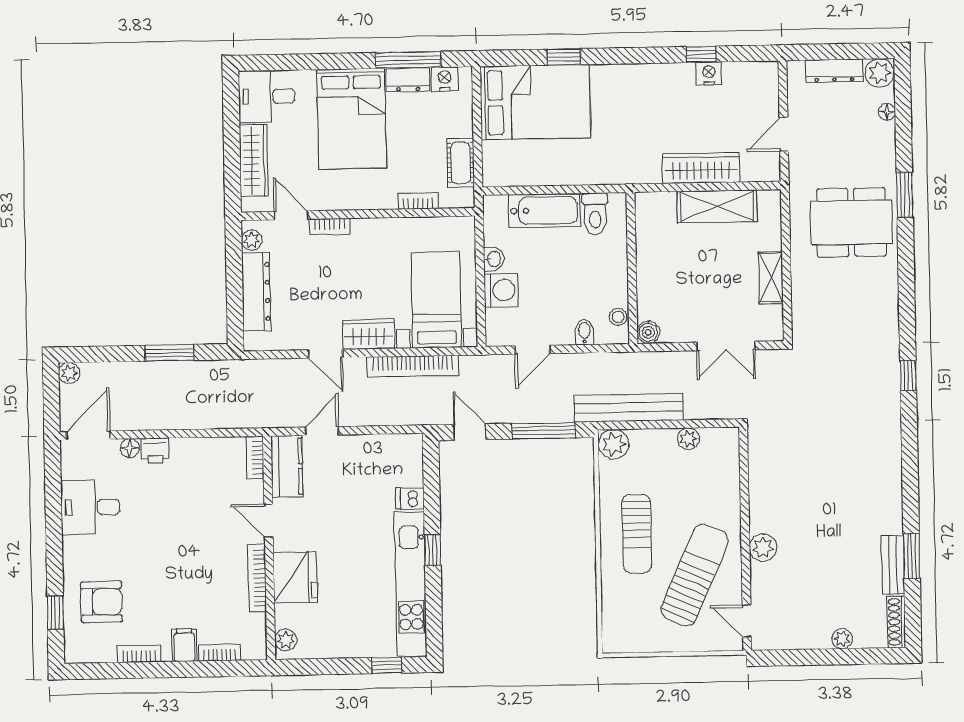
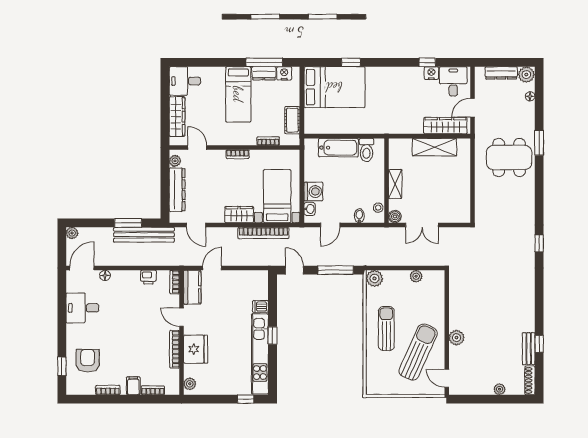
desk: (748, 88) -> (453, 81), added
bed: (352, 119) -> (238, 94), width x0.67
wardrobe: (701, 168) -> (445, 126), moved
bookcase: (329, 227) -> (238, 154), moved
washbasin: (494, 259) -> (310, 209), moved
shelving: (771, 278) -> (395, 184), moved
double door: (726, 346) -> (422, 225), moved
door: (326, 354) -> (196, 225), moved
bench: (629, 408) -> (144, 235), moved
printer: (155, 451) -> (148, 277), moved
sun lounger: (637, 534) -> (386, 329), turned 180
window: (912, 556) -> (539, 344), width x0.67
armchair: (102, 602) -> (88, 361), turned -90

